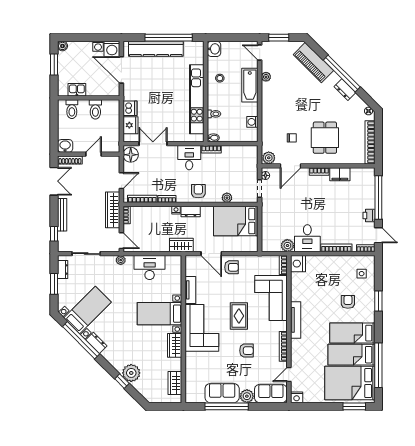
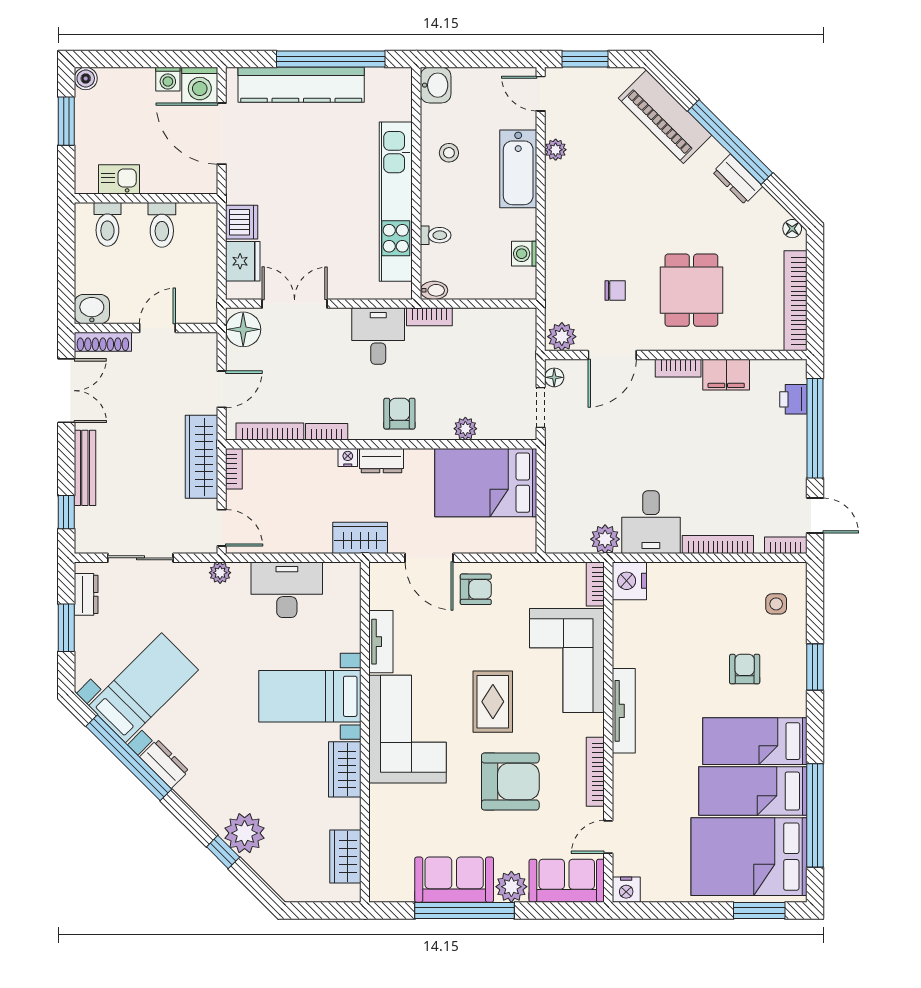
printer: (369, 215) -> (793, 399), moved
armchair: (246, 351) -> (510, 781), width x1.88, depth x1.88

